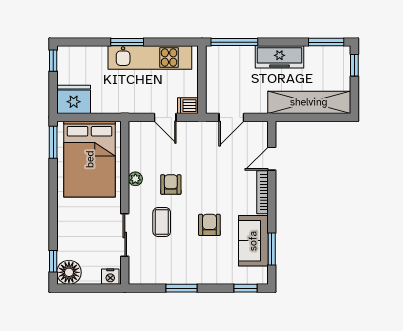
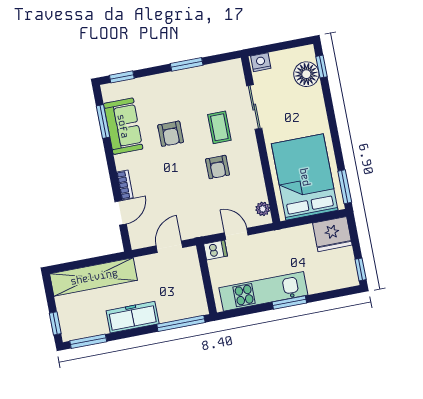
plant: (135, 179) -> (263, 209), moved
bookcase: (262, 192) -> (125, 185), width x0.64
floor lamp: (69, 272) -> (306, 74), moved

